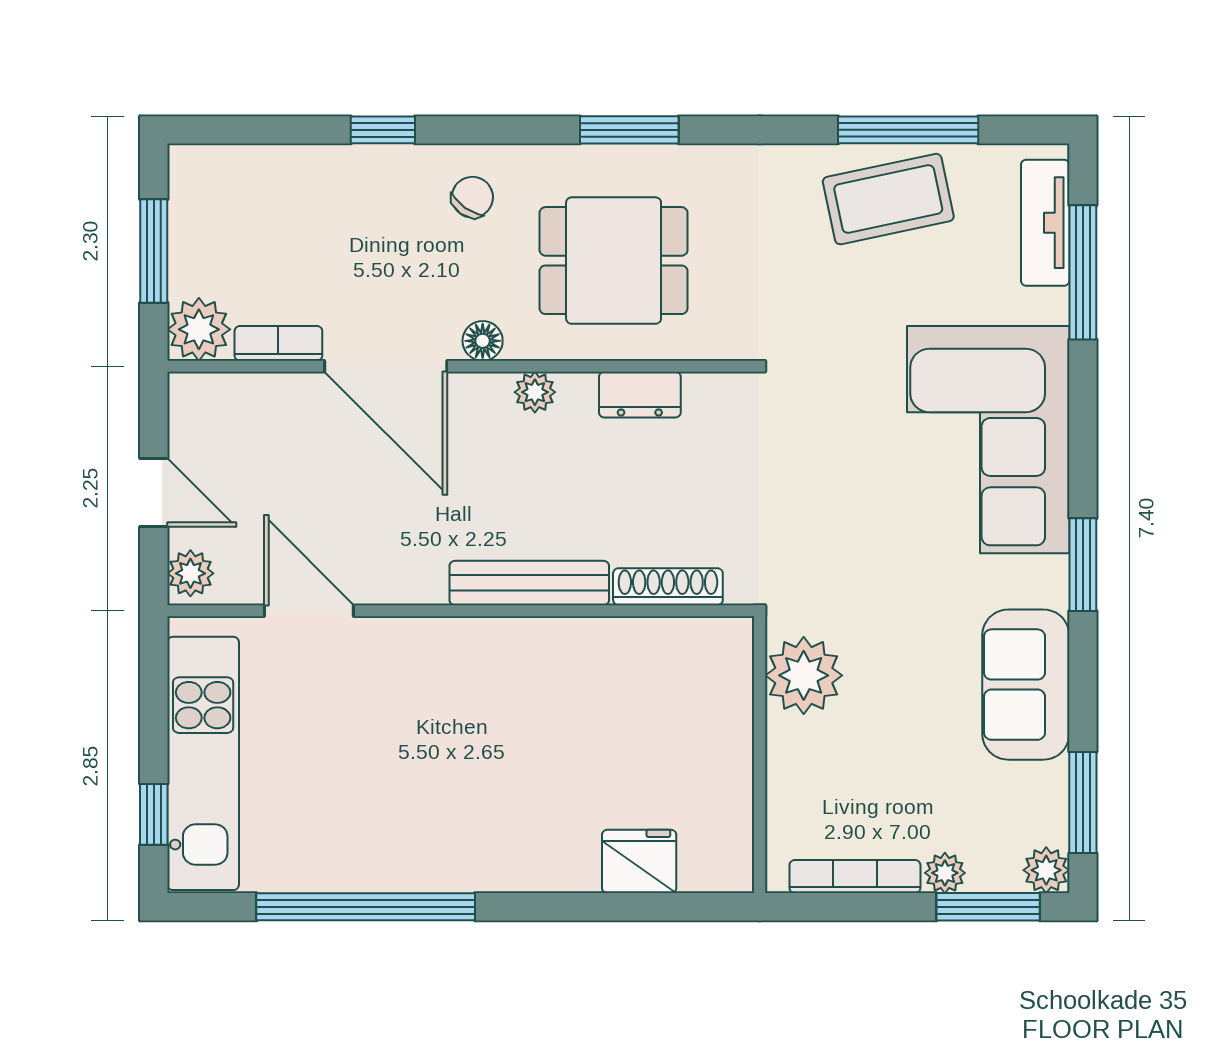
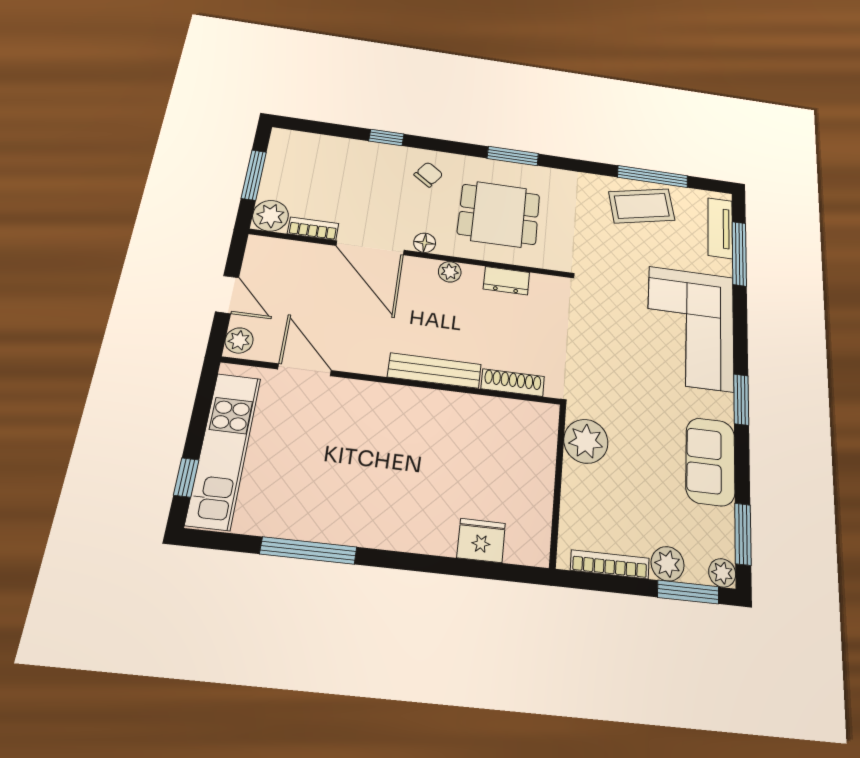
plant: (945, 873) -> (668, 564), width x1.38, depth x1.38
window: (366, 907) -> (308, 551), width x0.68

